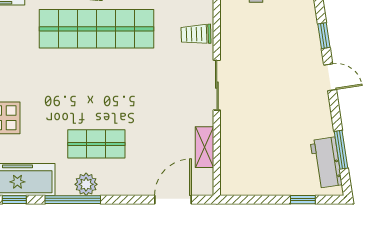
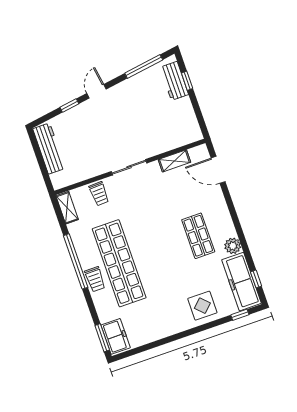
window: (341, 150) -> (144, 66), width x1.44
workbench: (326, 163) -> (174, 81), moved, turned 99
plant: (86, 184) -> (233, 246), moved
window: (73, 200) -> (242, 239), removed

